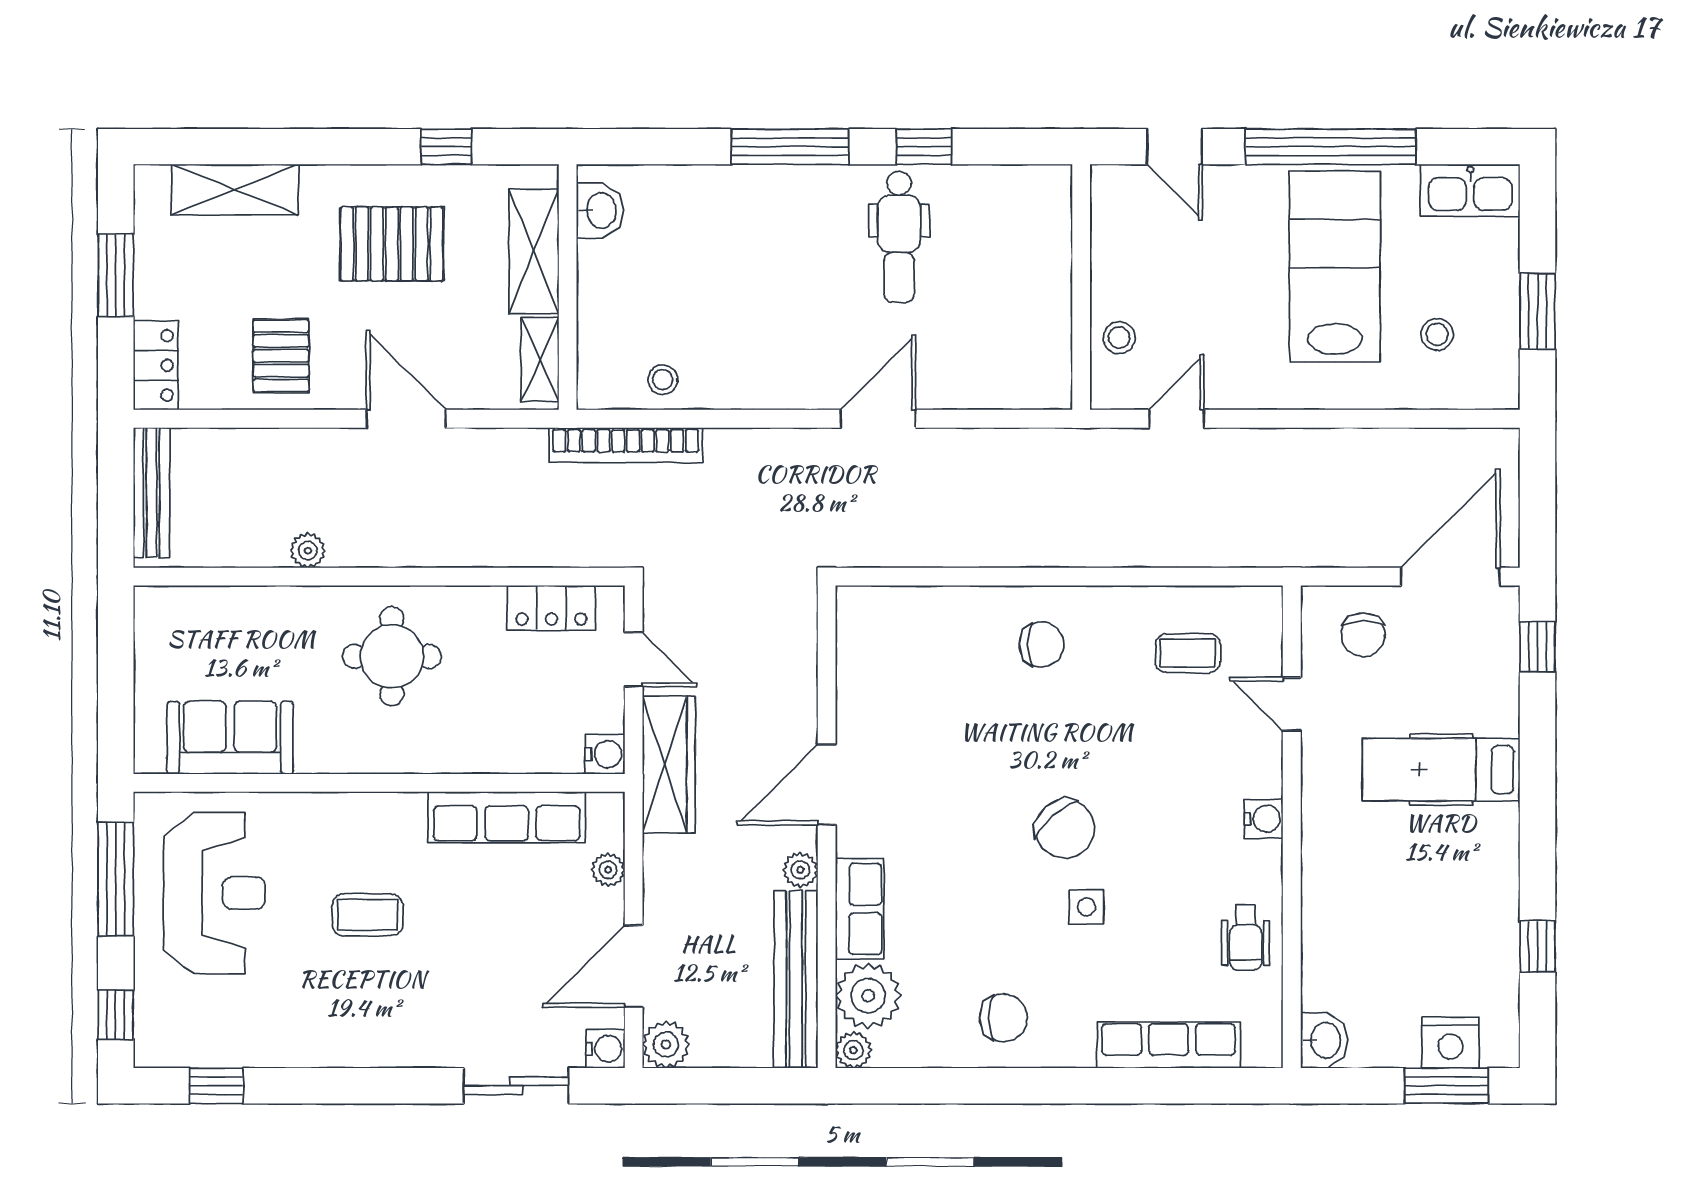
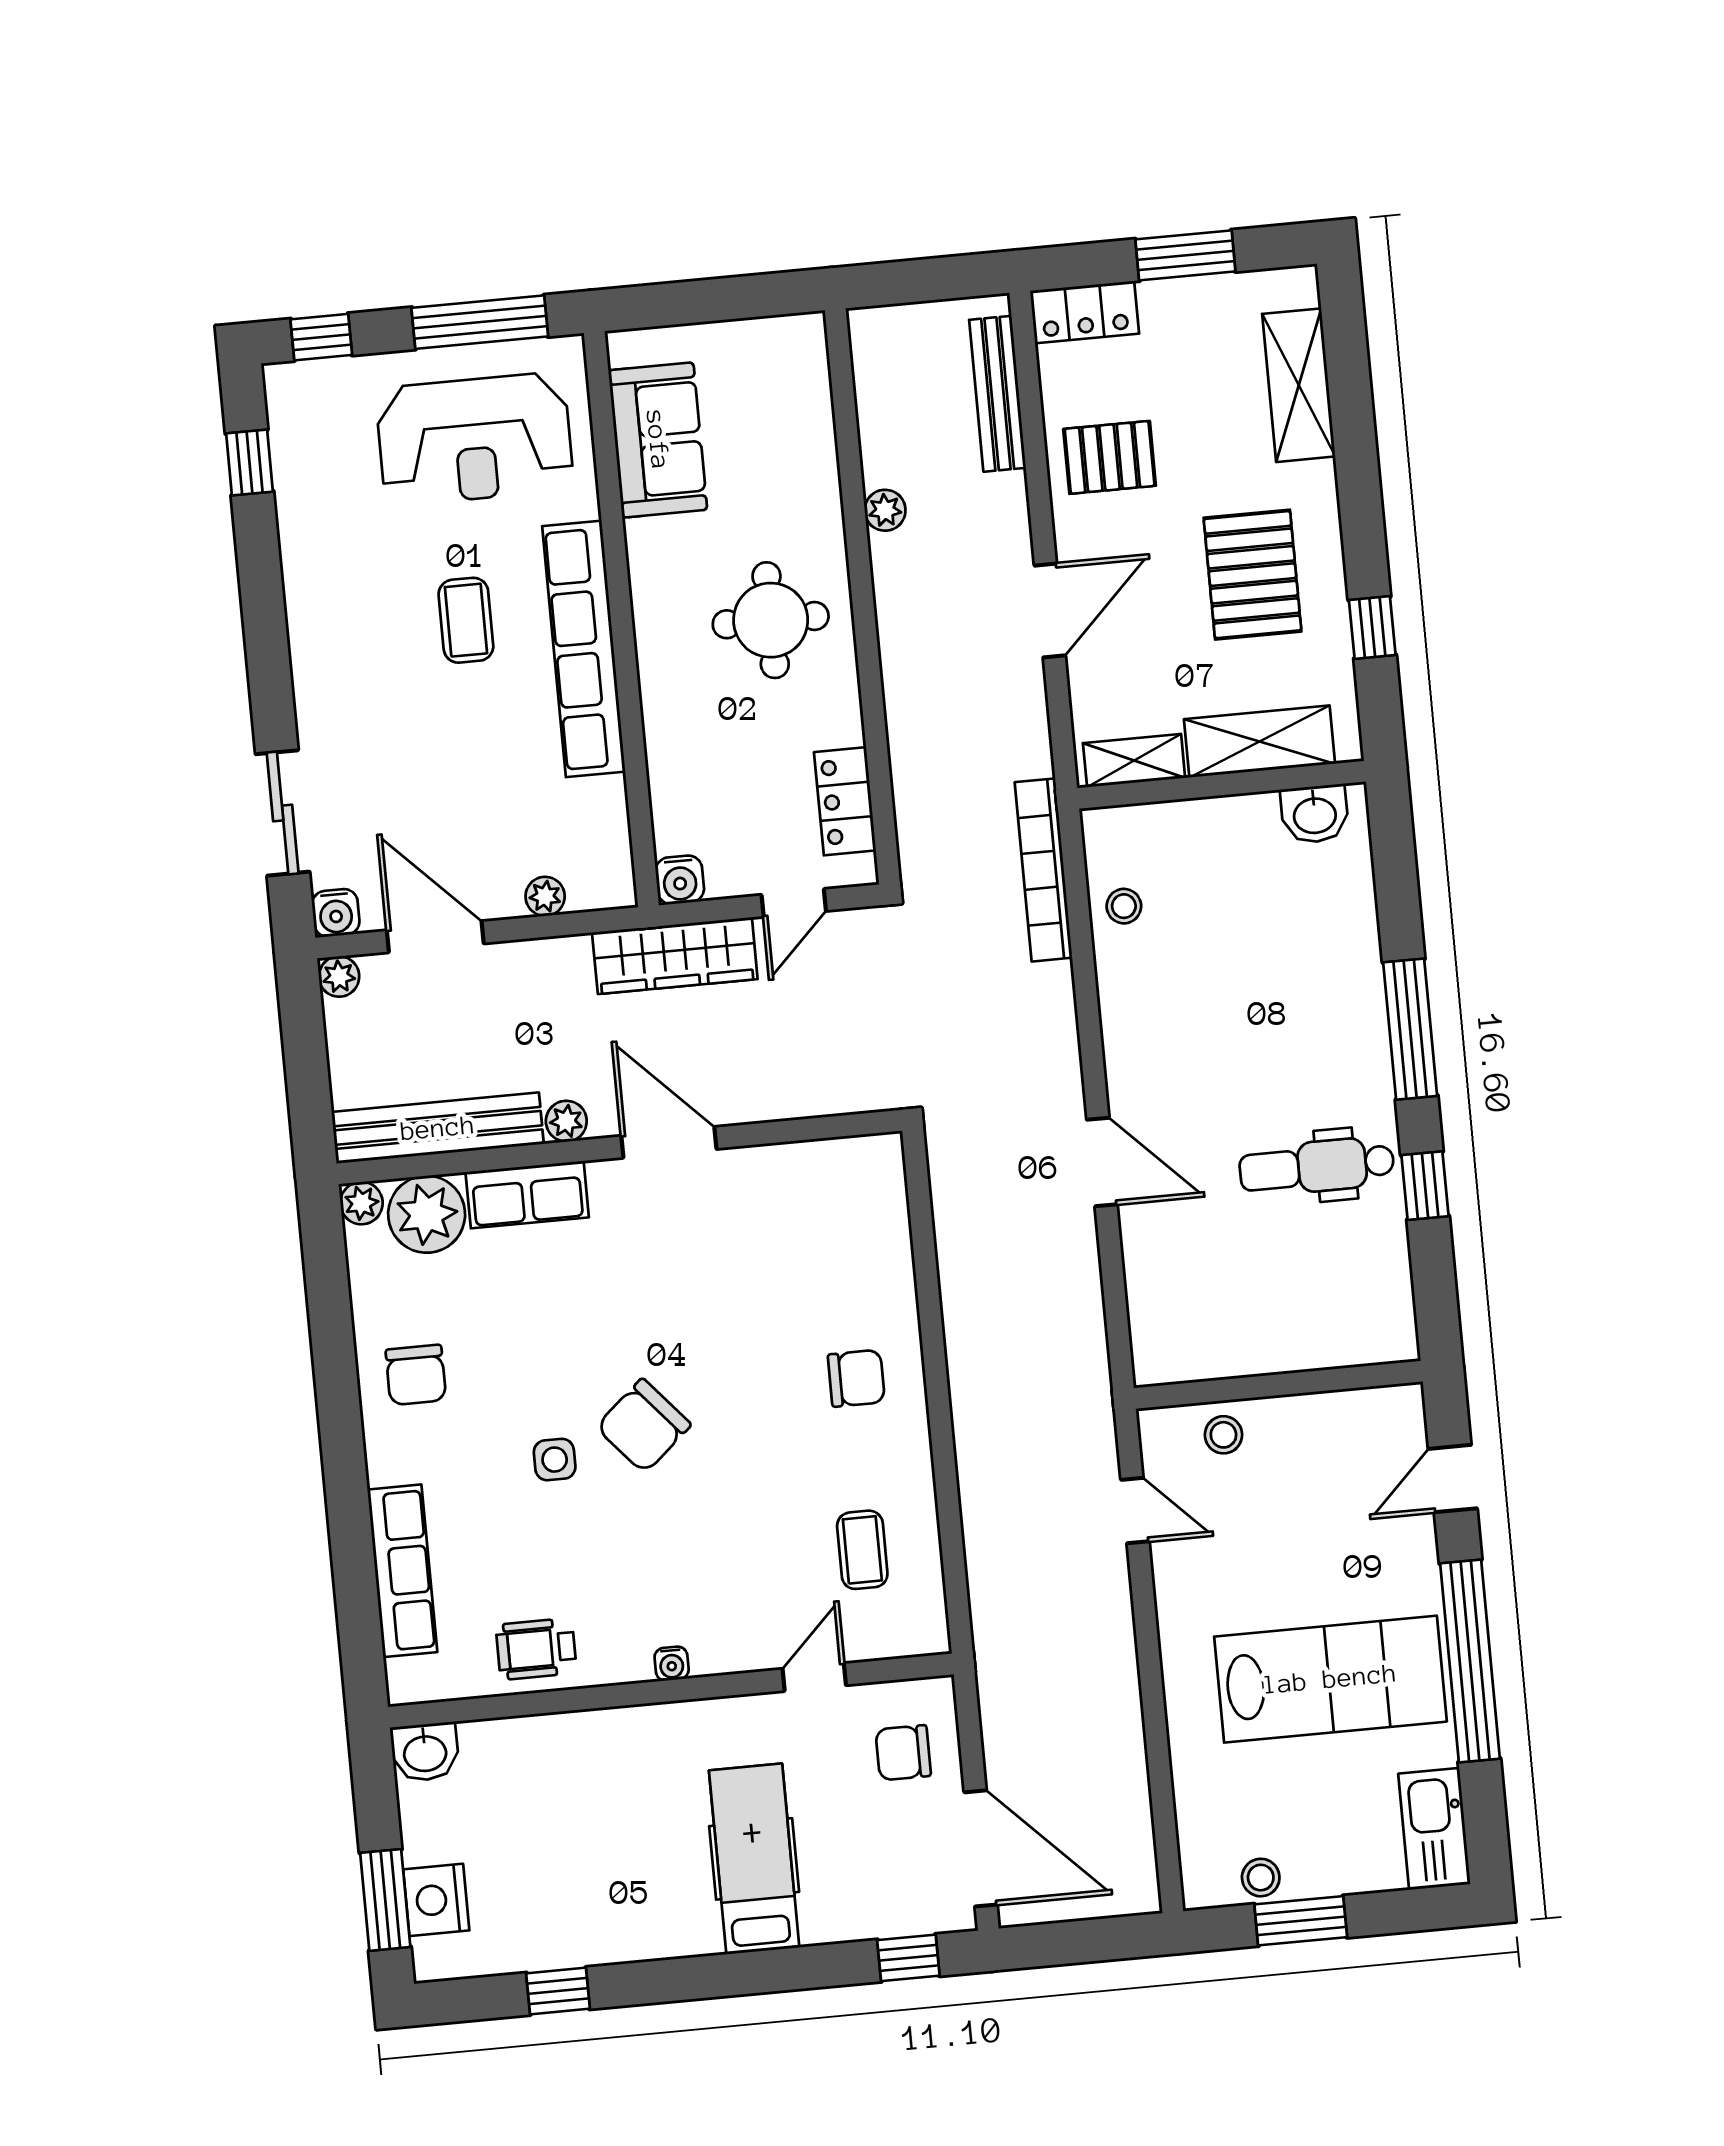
stool: (1437, 334) -> (1261, 1878), moved
bench: (151, 493) -> (998, 394), moved, turned 90
chair: (1042, 644) -> (856, 1378), turned -90
row of seats: (507, 817) -> (584, 649), moved, width x1.36
water cooler: (1264, 819) -> (672, 1664), width x0.72, depth x0.72
plant: (666, 1045) -> (339, 977), width x0.73, depth x0.73

